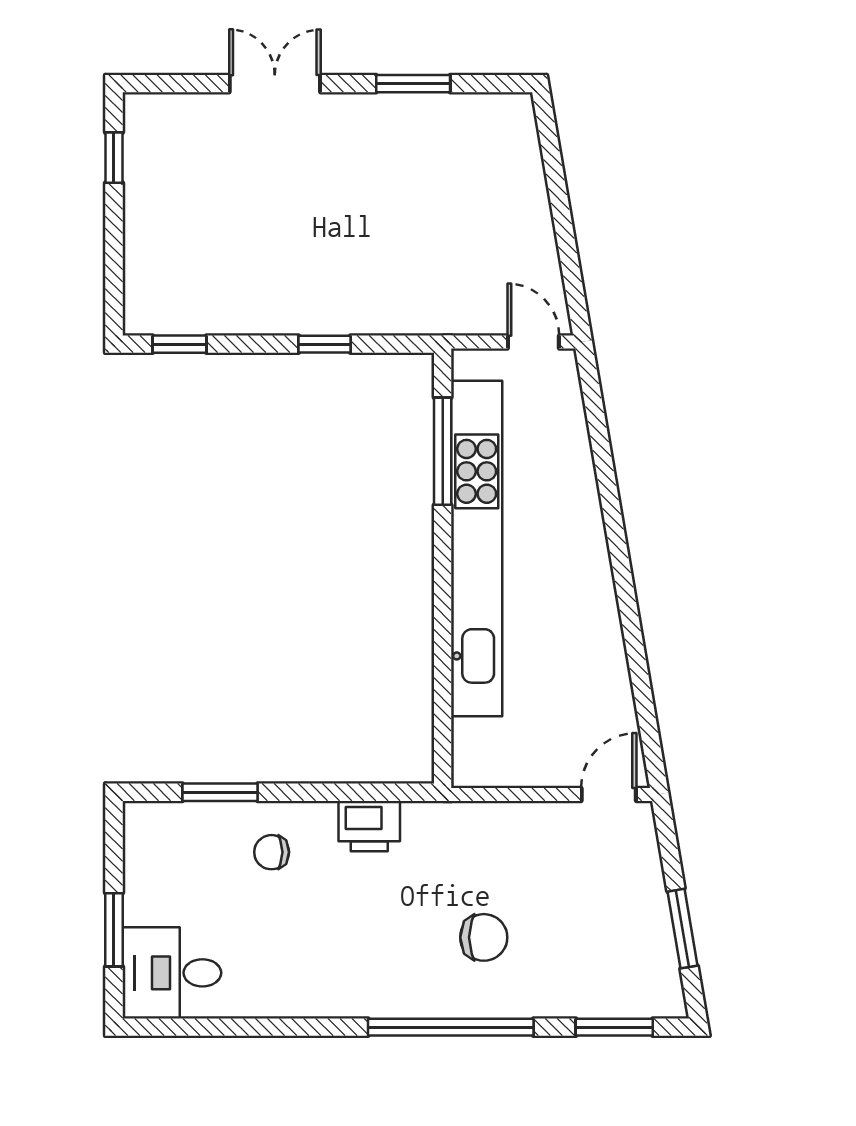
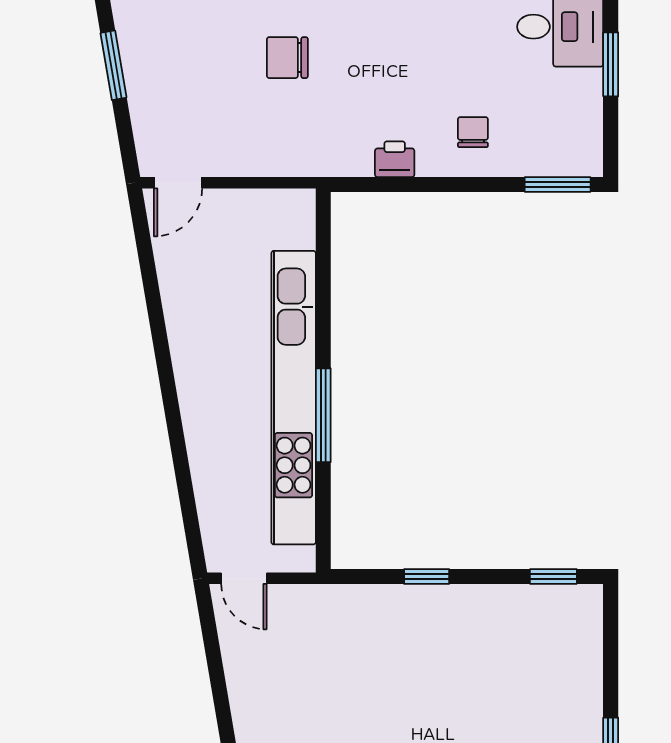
window: (443, 451) -> (323, 415), moved
window: (220, 792) -> (558, 185), moved
printer: (369, 826) -> (395, 159), width x0.73, depth x0.81
chair: (272, 852) -> (473, 132), turned -90

